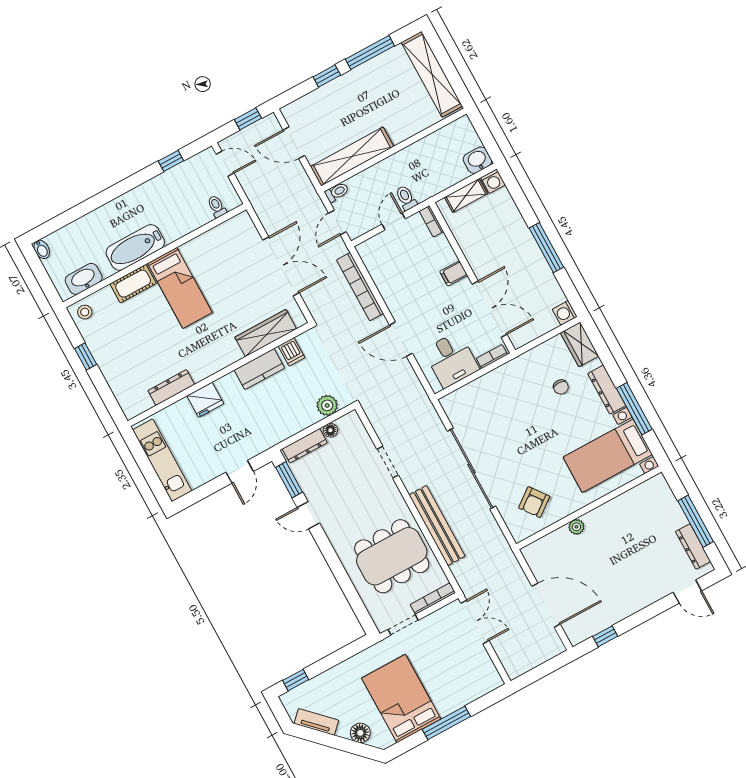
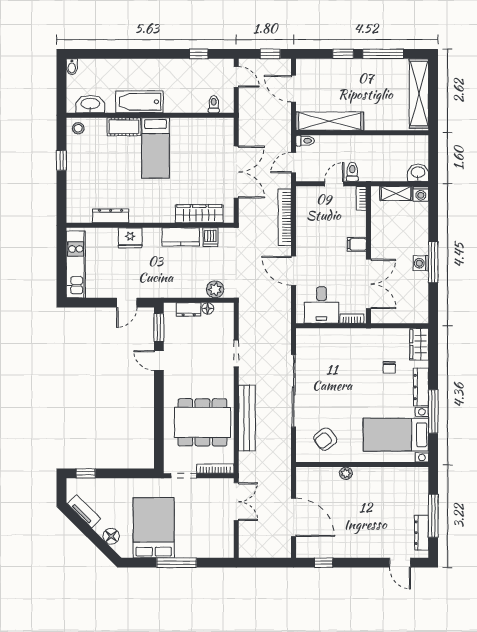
washing machine: (565, 313) -> (421, 263), moved
dresser: (305, 446) -> (189, 309), width x0.70

